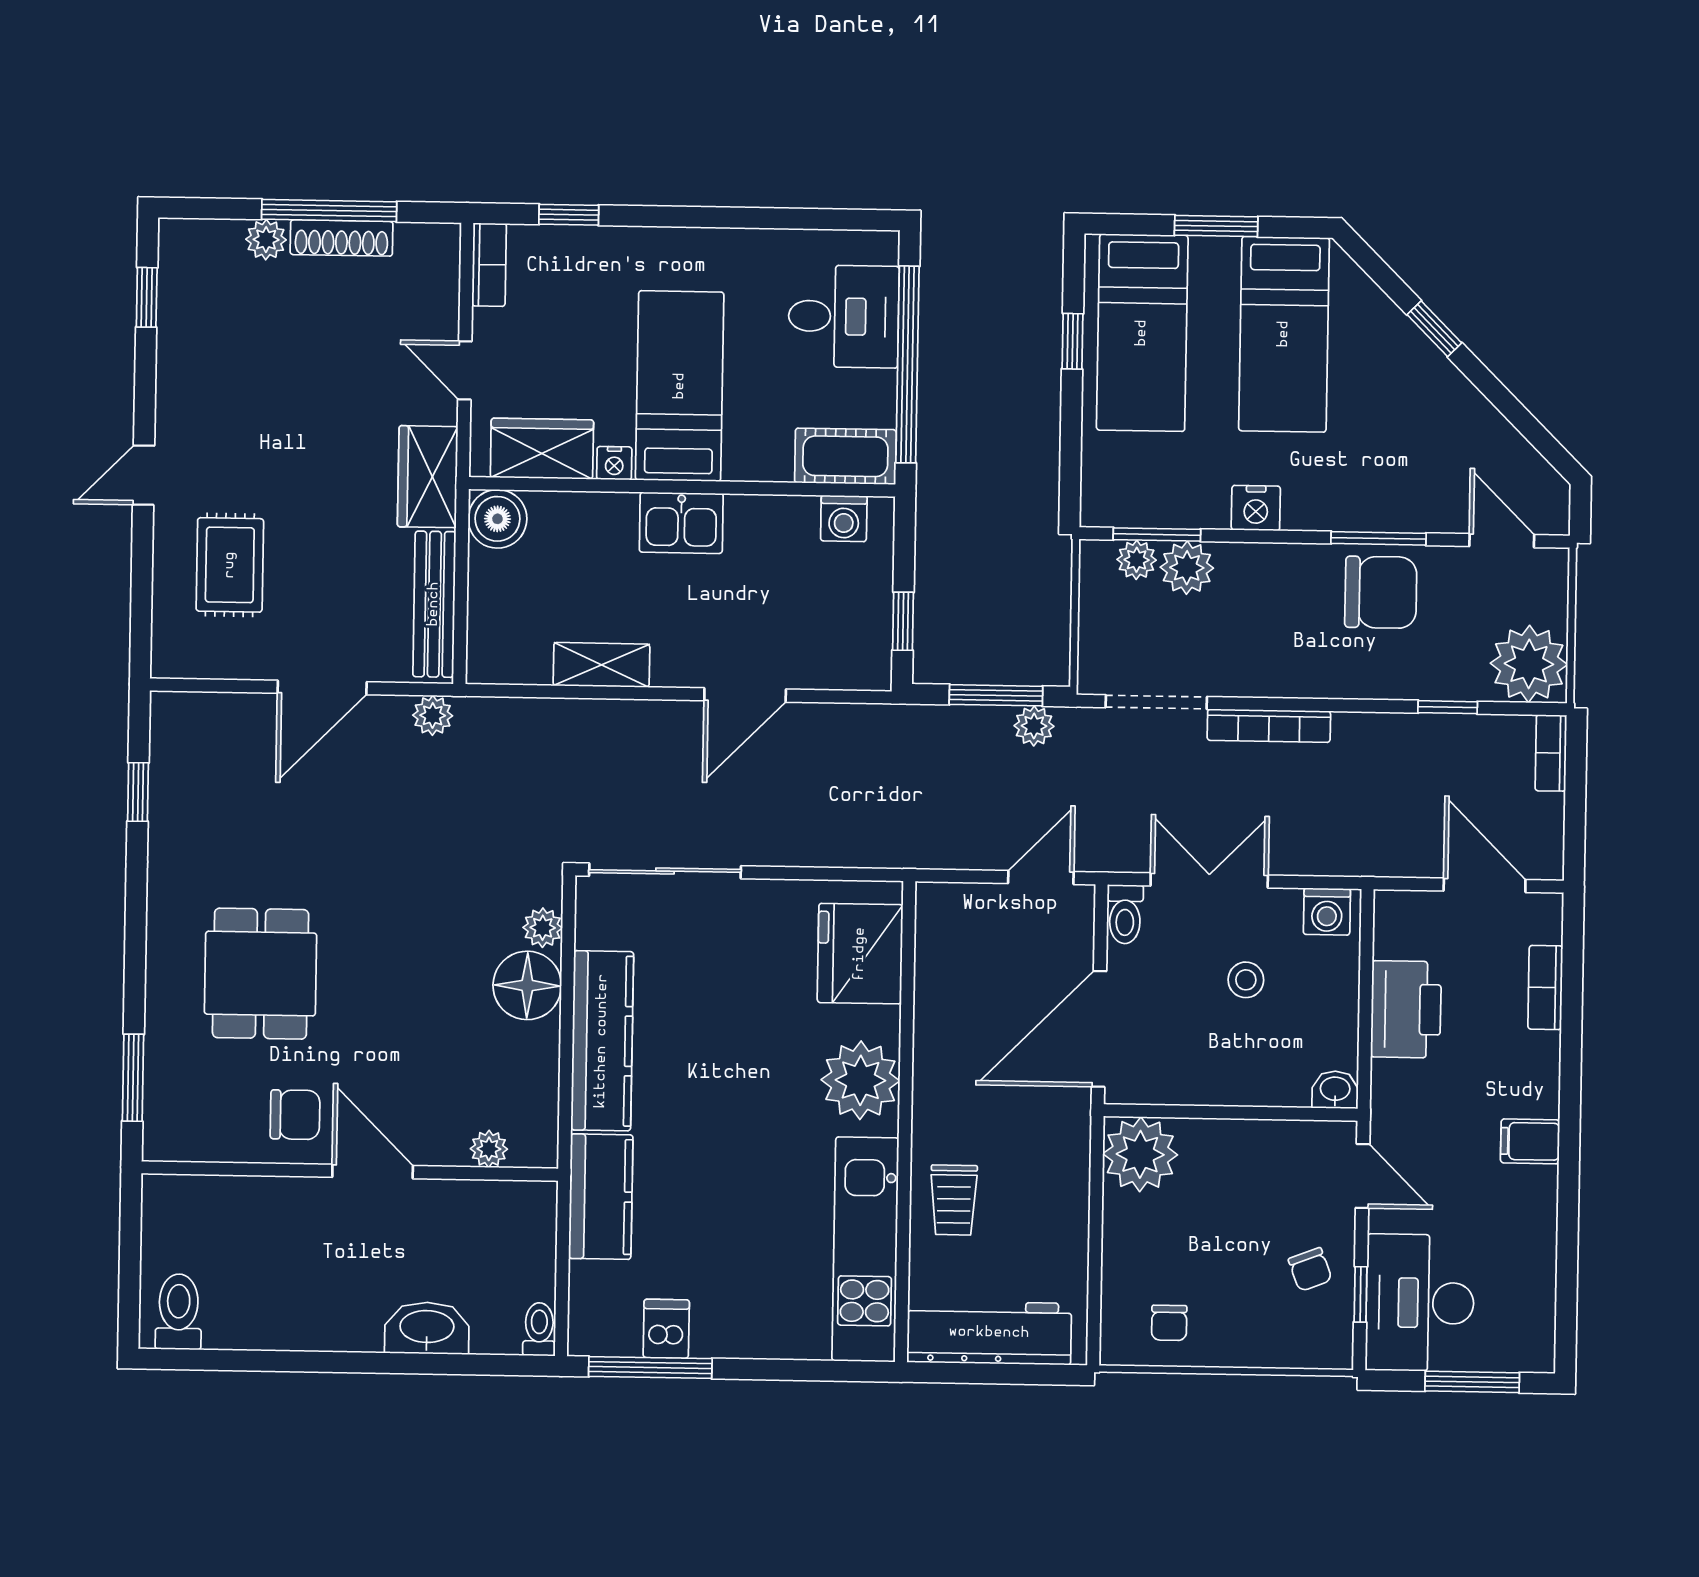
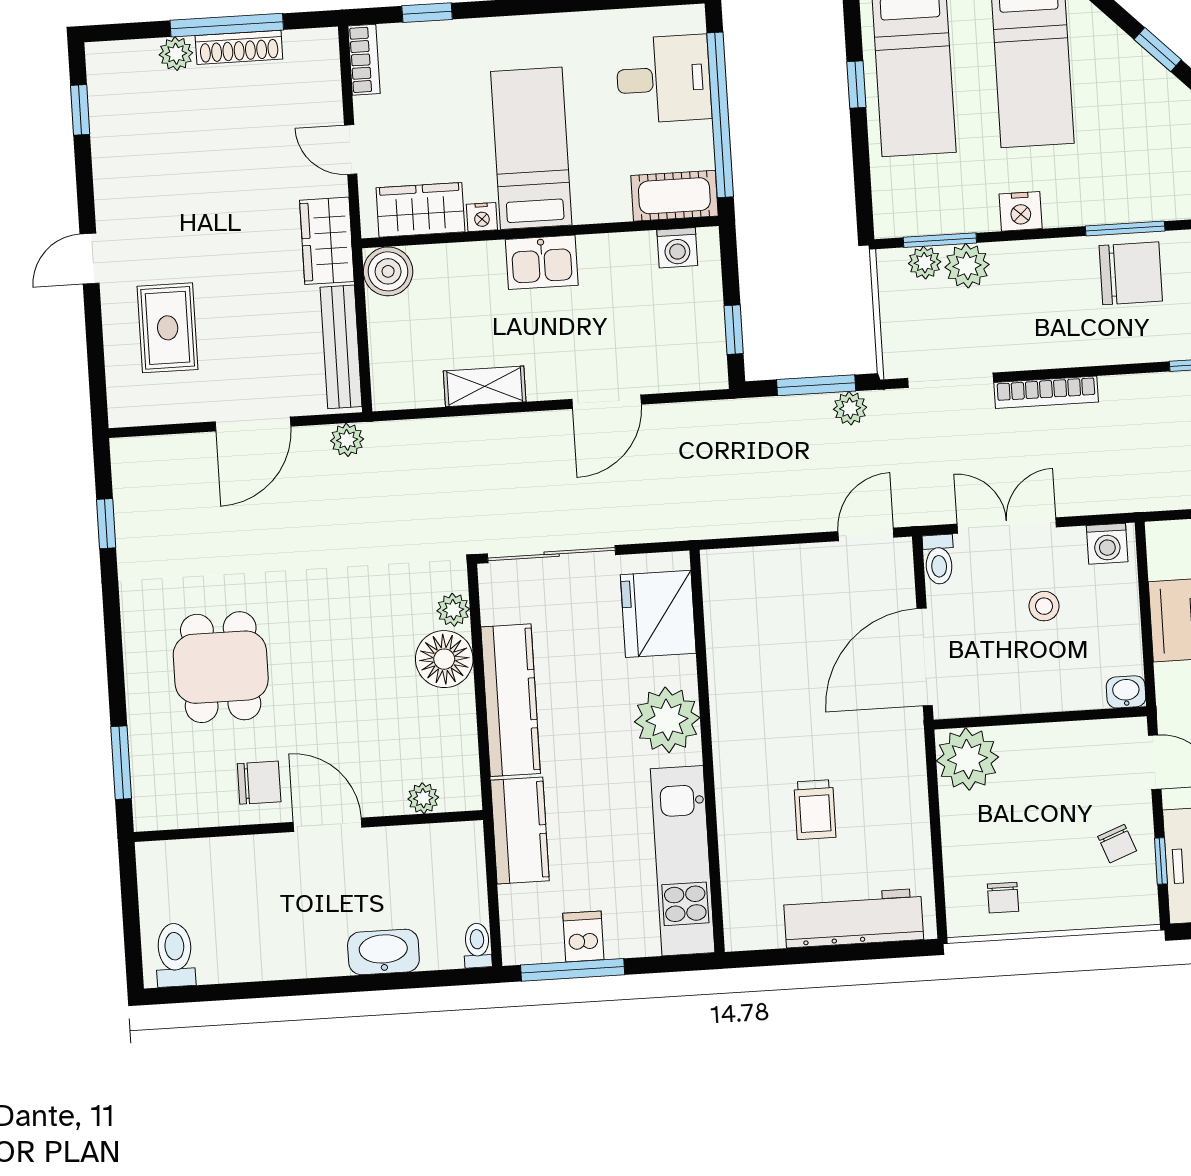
fridge: (860, 954) -> (658, 614), moved
plant: (860, 1080) -> (667, 720), moved
wall: (905, 1122) -> (707, 751), moved
kitchen unit: (865, 1249) -> (683, 861), moved

